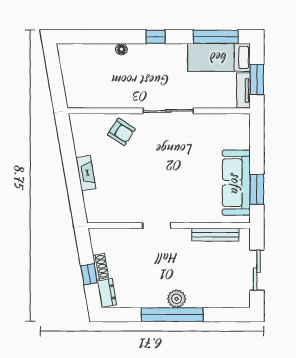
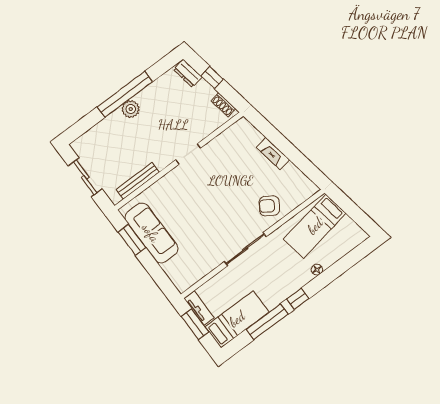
window: (216, 37) -> (267, 322), moved
bed: (96, 87) -> (315, 226), added
shoe rack: (101, 266) -> (223, 105), moved

